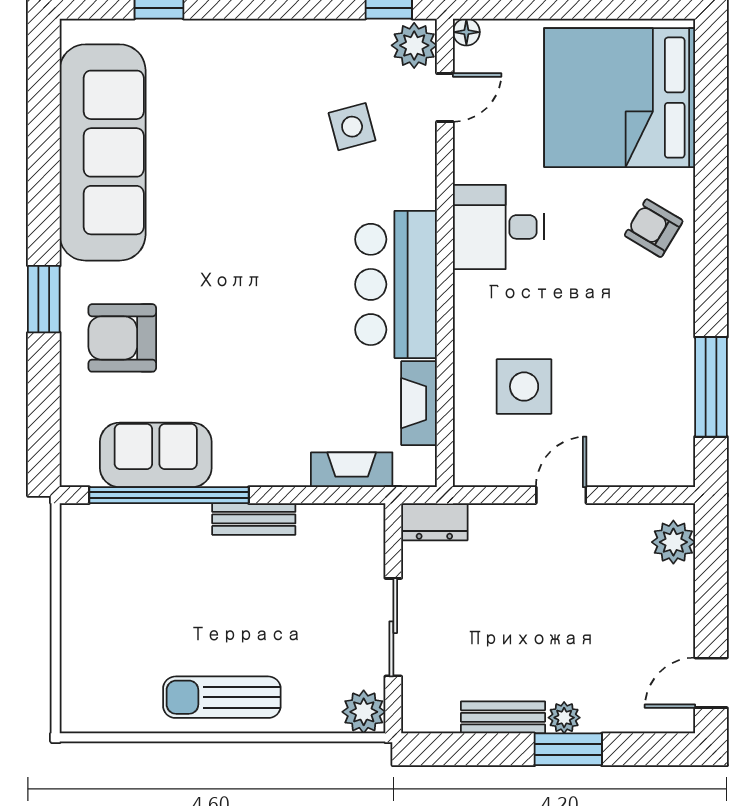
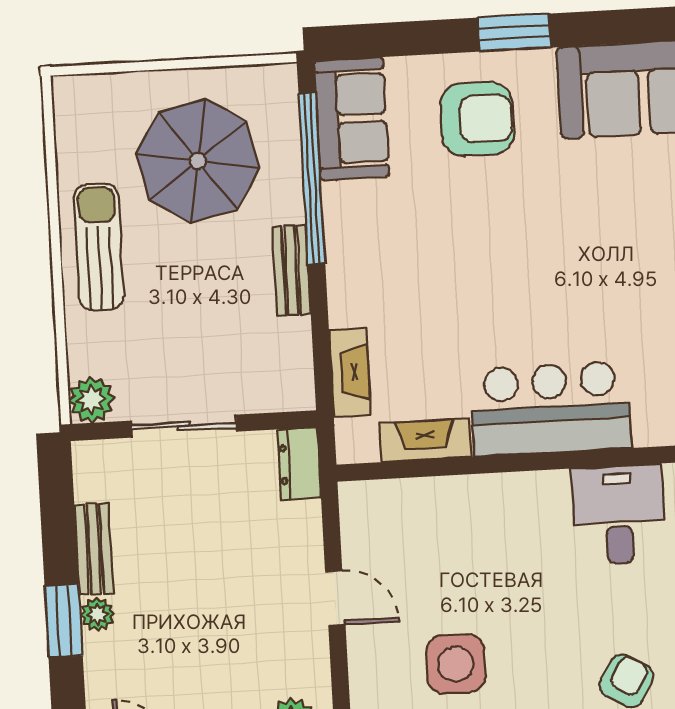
armchair: (122, 338) -> (477, 119), turned 90
side table: (524, 387) -> (456, 664), moved
sofa: (156, 455) -> (352, 119), moved
parasol: (147, 600) -> (198, 161), added

